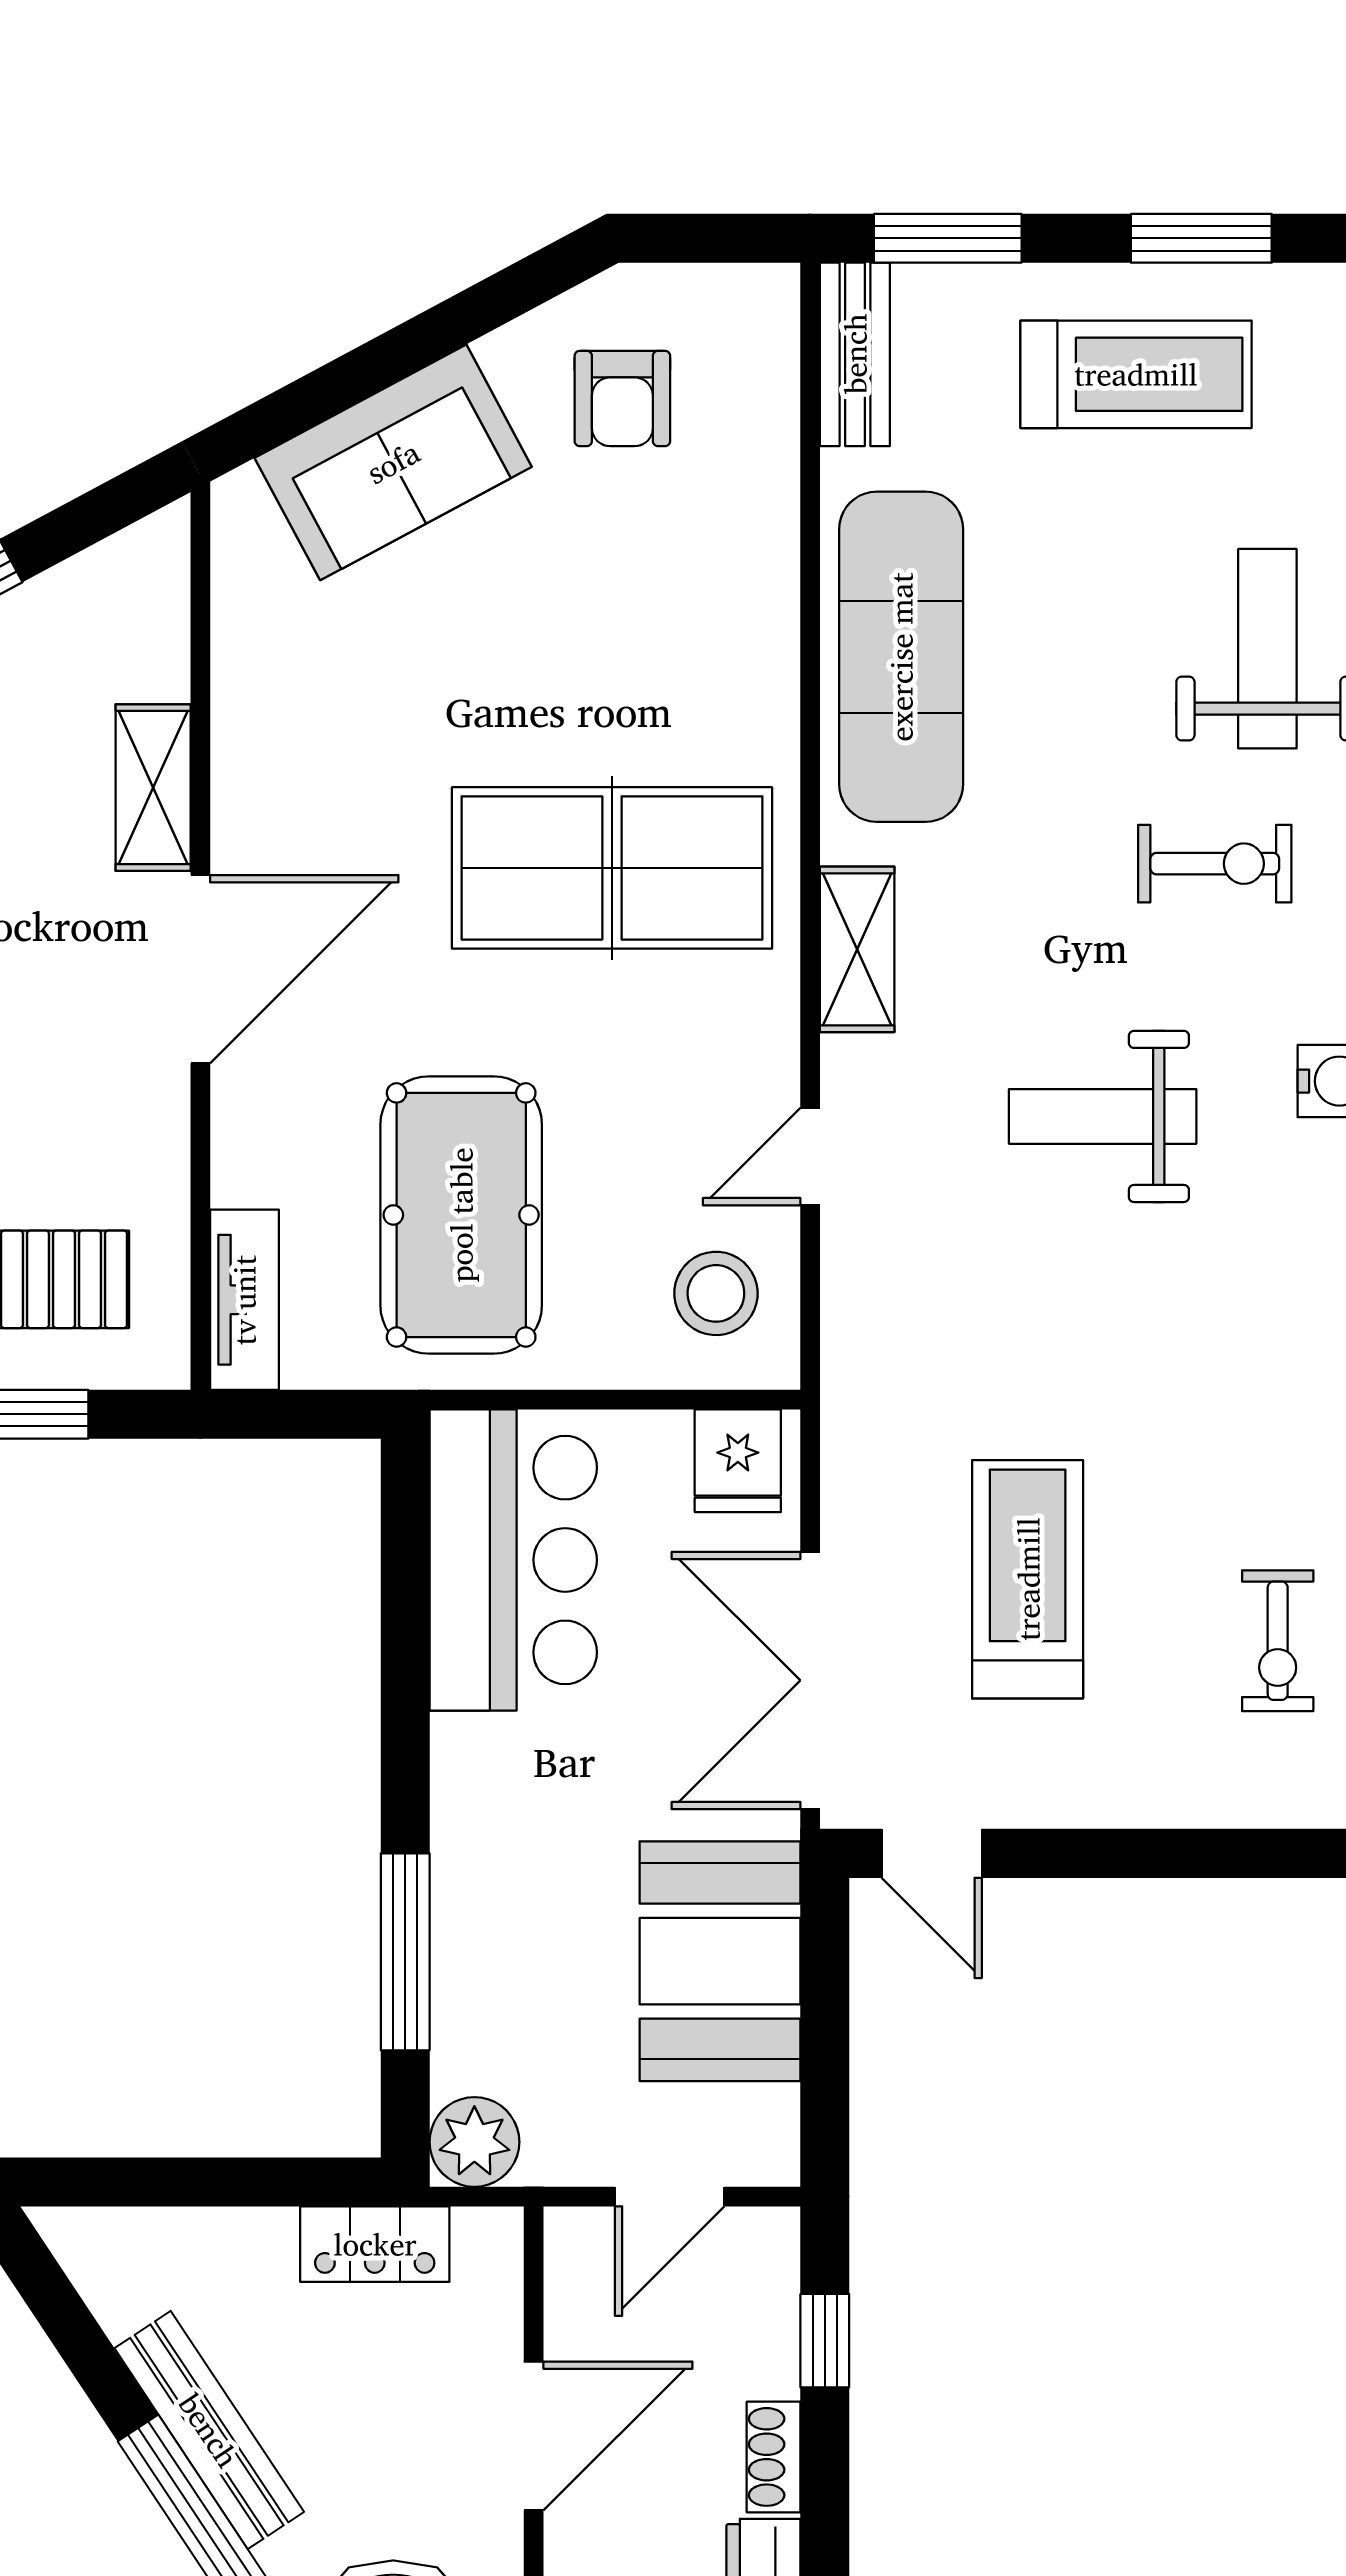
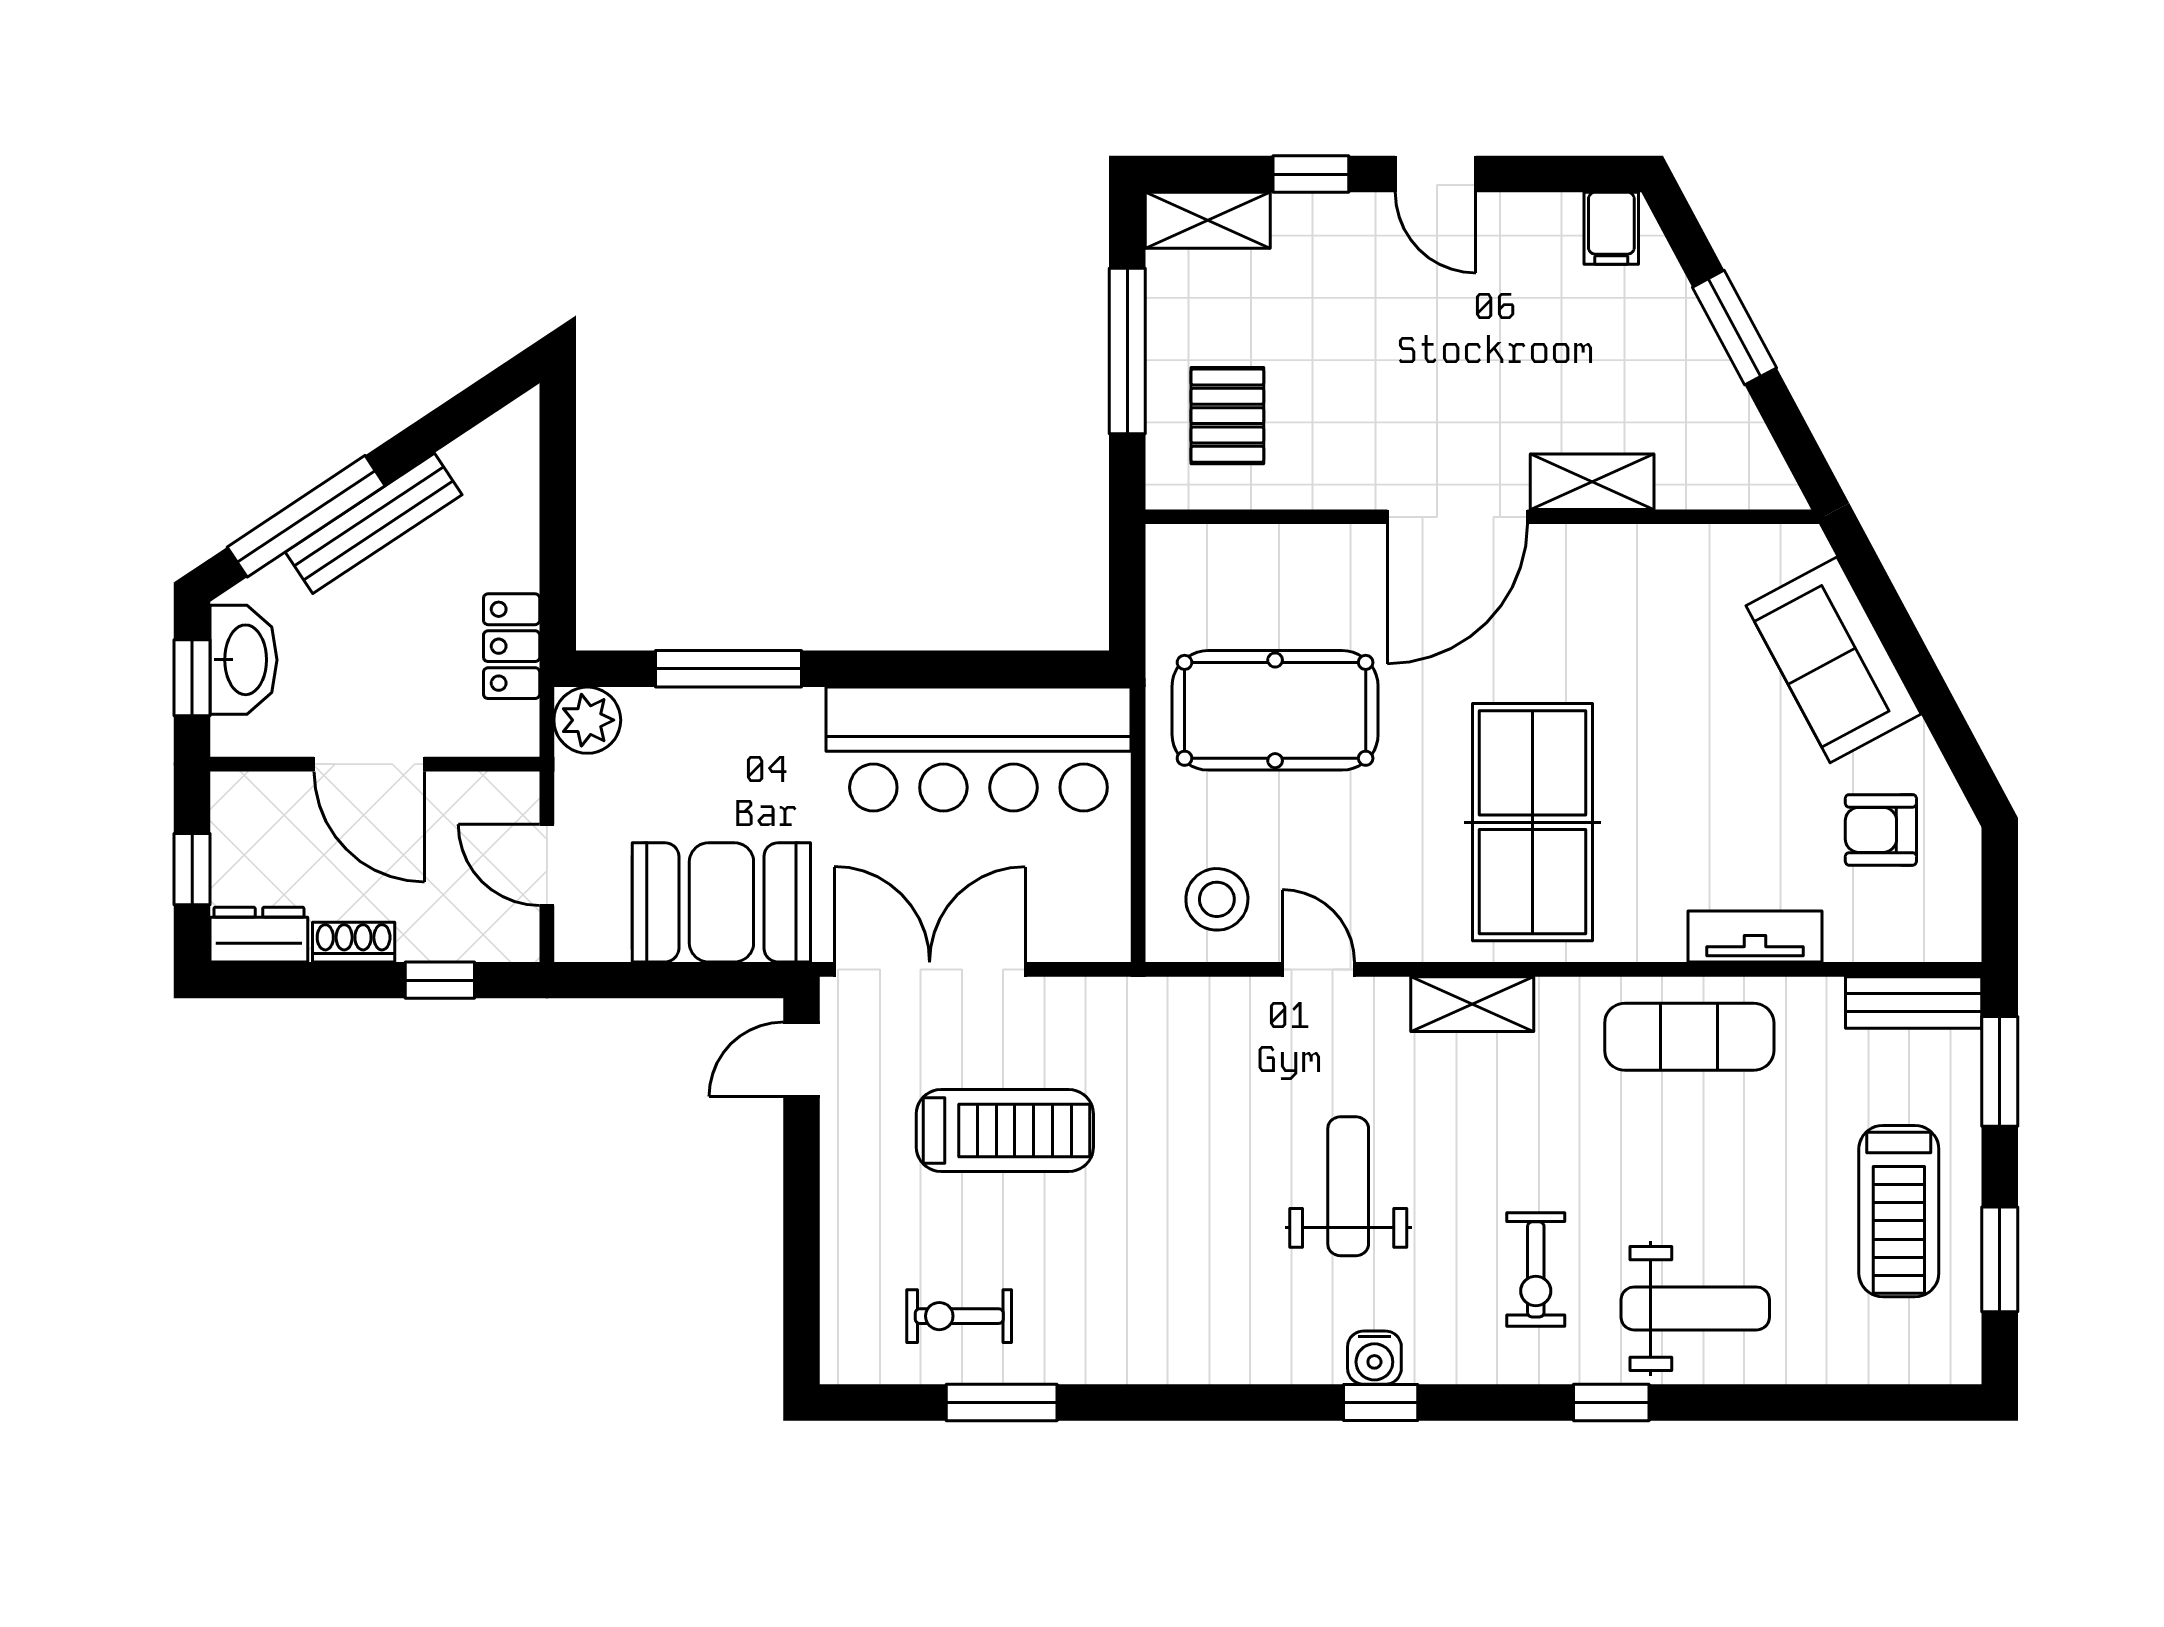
exercise mat: (901, 657) -> (1689, 1037), width x0.73, depth x0.69
door: (200, 969) -> (1457, 517), hinge flipped
tv unit: (244, 1300) -> (1755, 937), moved, turned 180
fridge: (738, 1461) -> (1093, 916), removed
bar counter: (513, 1560) -> (978, 749), width x1.36

